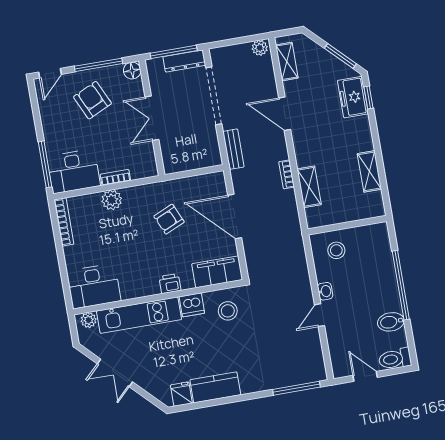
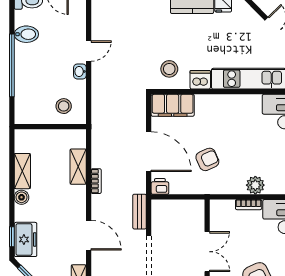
boiler: (365, 143) -> (22, 197), added
printer: (170, 284) -> (160, 186), moved, turned 180

